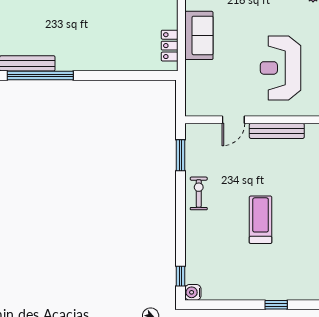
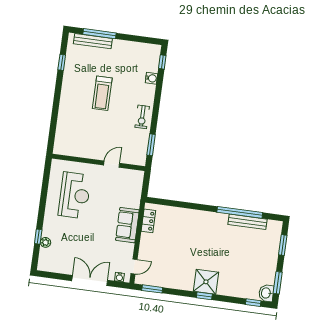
bench: (277, 131) -> (93, 41), moved
water cooler: (193, 292) -> (151, 78), moved
window: (276, 305) -> (100, 34), width x2.17

